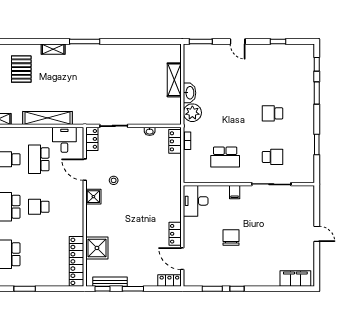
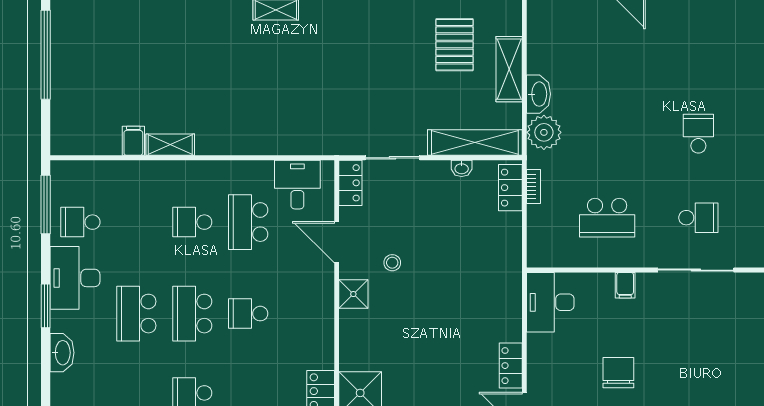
pallet: (21, 69) -> (455, 45), moved
school desk: (273, 113) -> (698, 134), turned 90
shelving: (48, 118) -> (475, 143), moved

